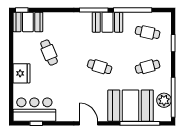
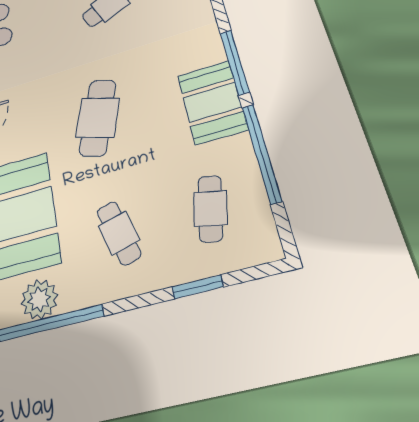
cafe table: (100, 67) -> (98, 118), width x1.37, depth x1.35

